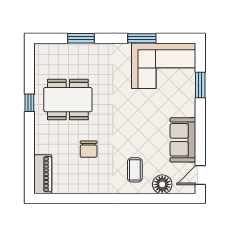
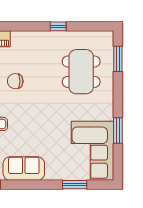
window: (81, 38) -> (118, 59), moved
dining table: (68, 100) -> (81, 72), moved

